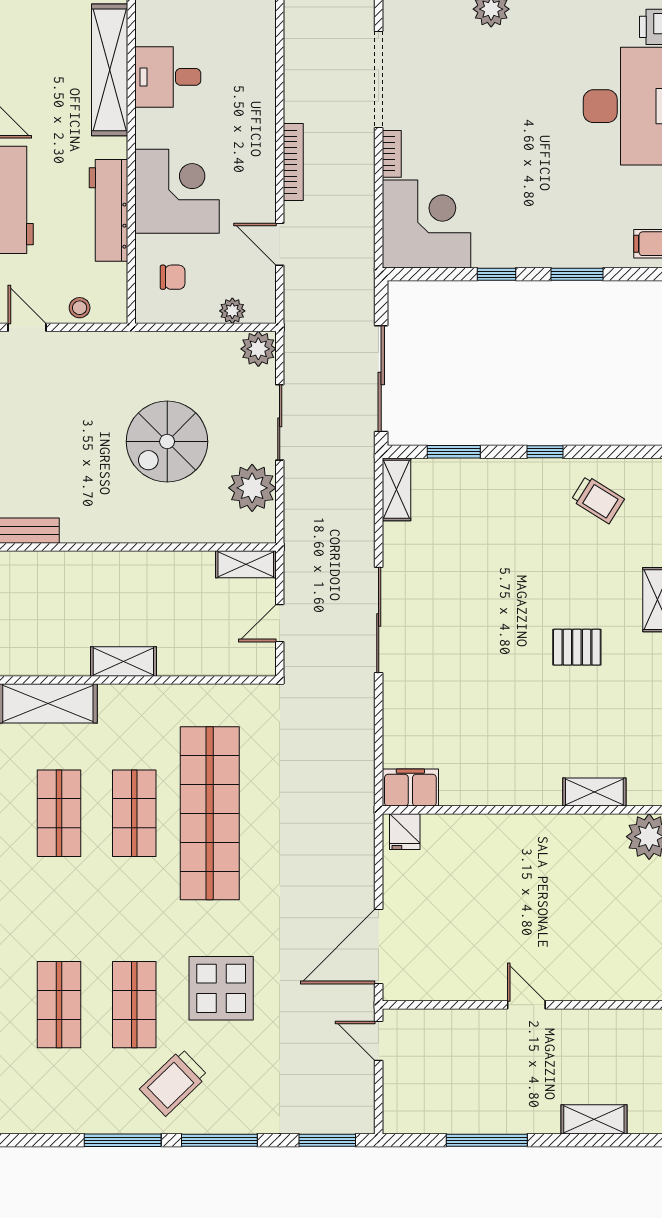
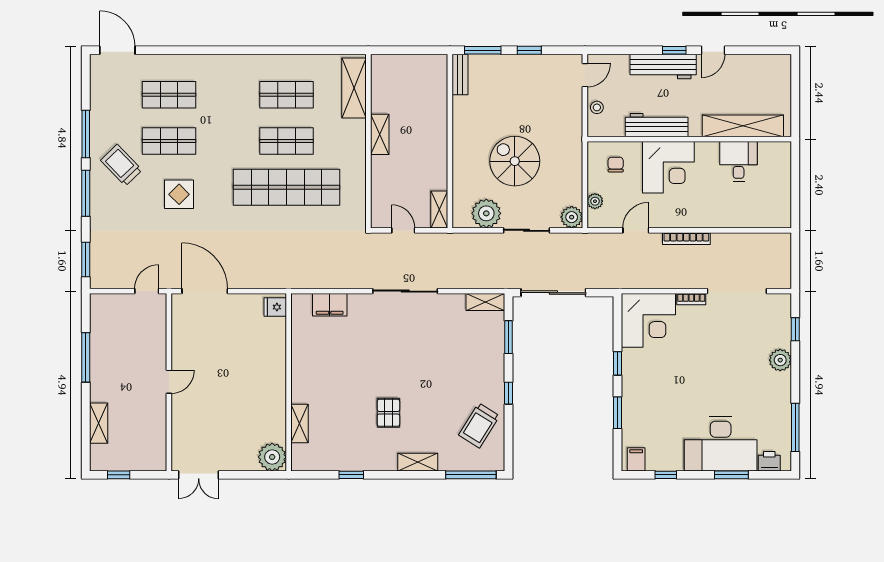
chair: (173, 277) -> (616, 165), turned 180
trolley: (598, 500) -> (479, 425), width x1.36, depth x1.39
filing cabinet: (410, 788) -> (330, 305), moved, turned 90
display table: (221, 988) -> (179, 194), width x0.73, depth x0.73

